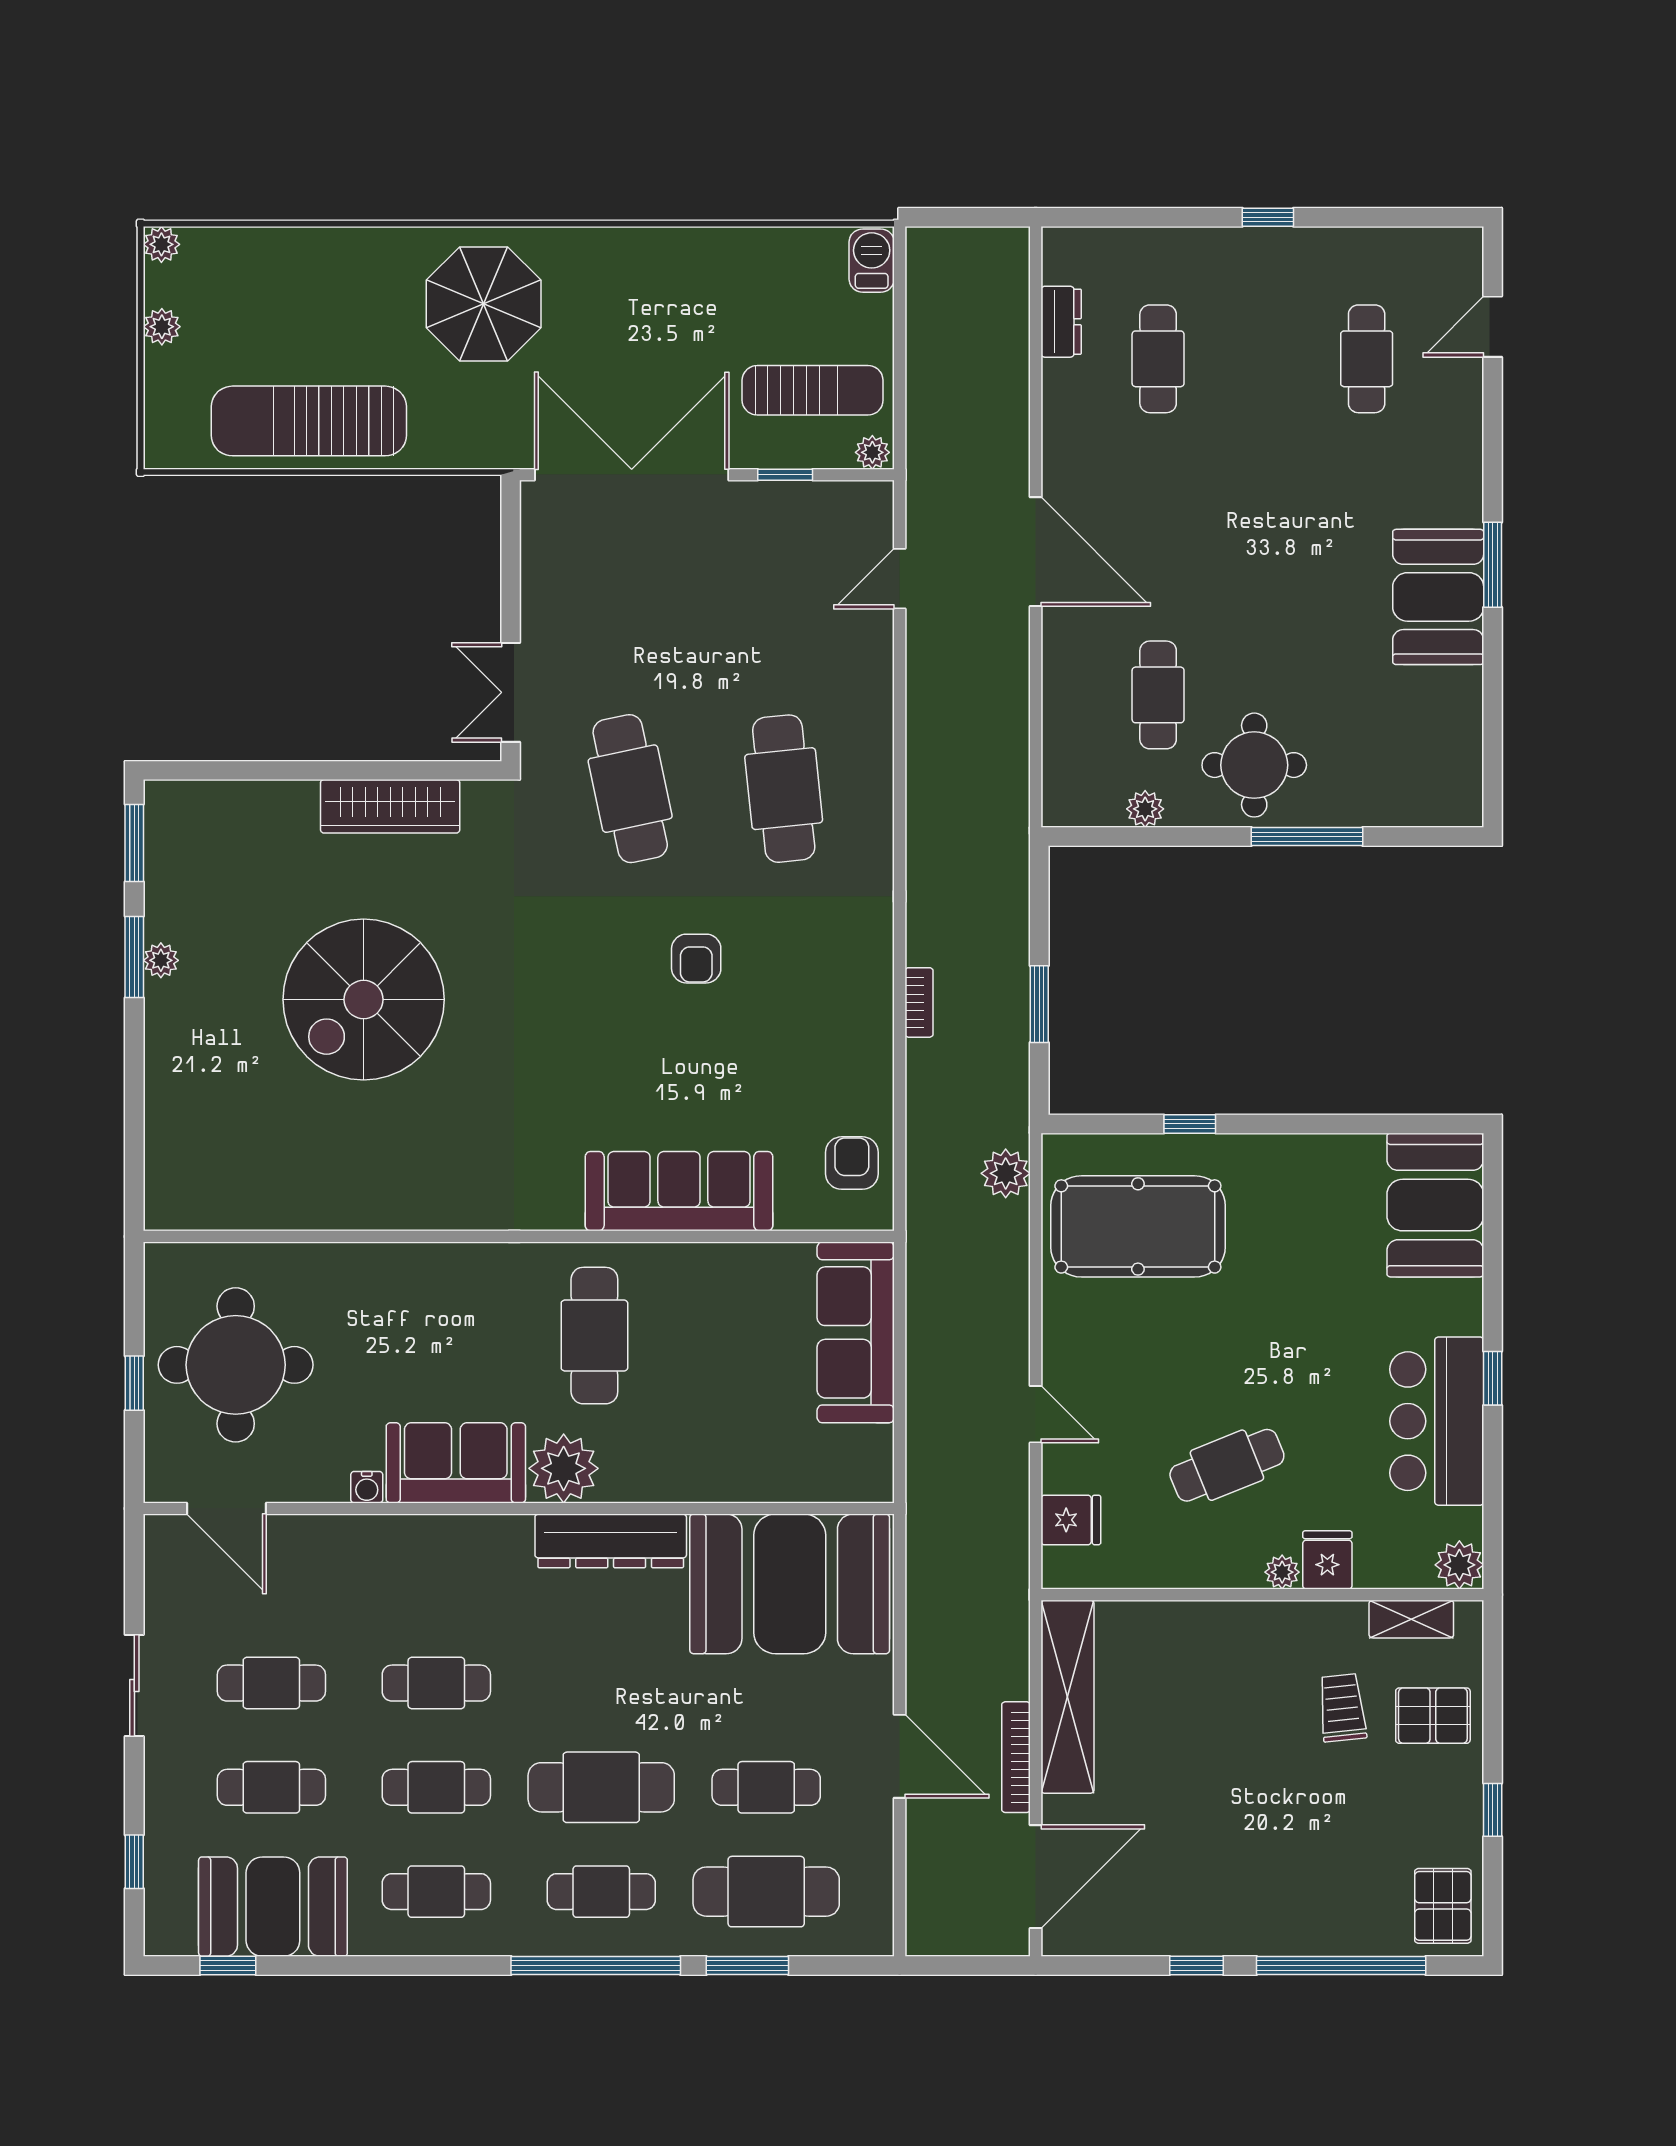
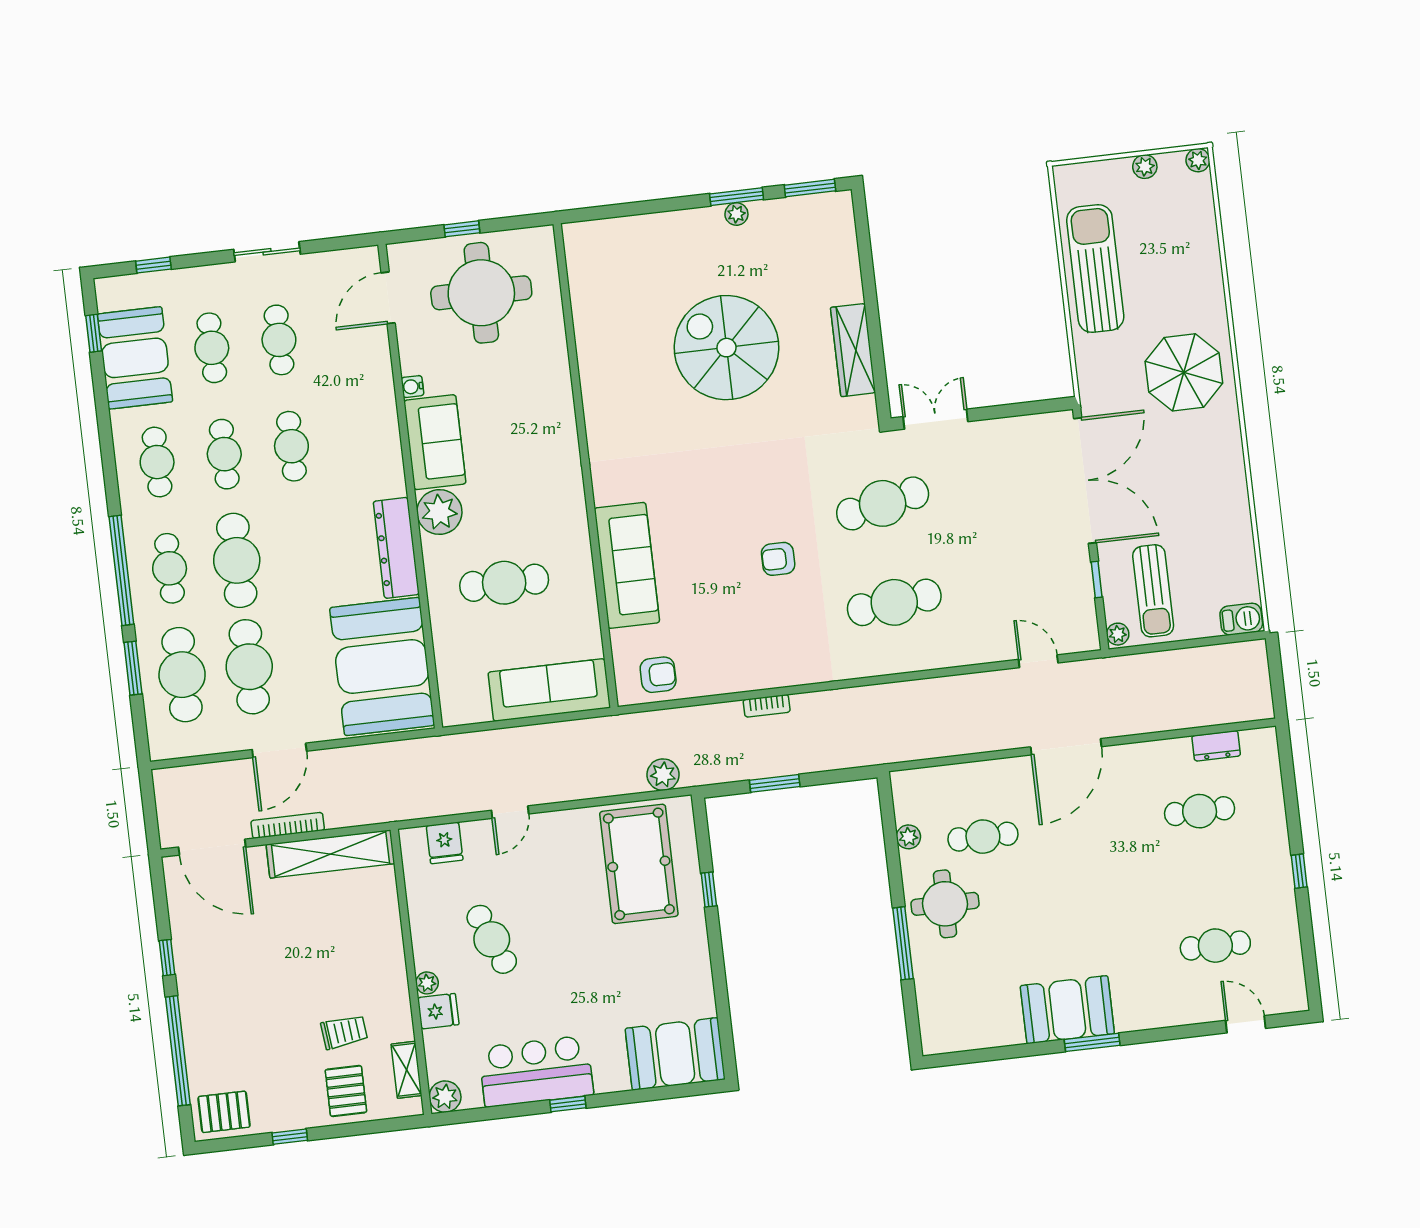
cafe table: (594, 1336) -> (504, 583), moved
cafe table: (766, 1787) -> (249, 667), width x1.37, depth x1.35

